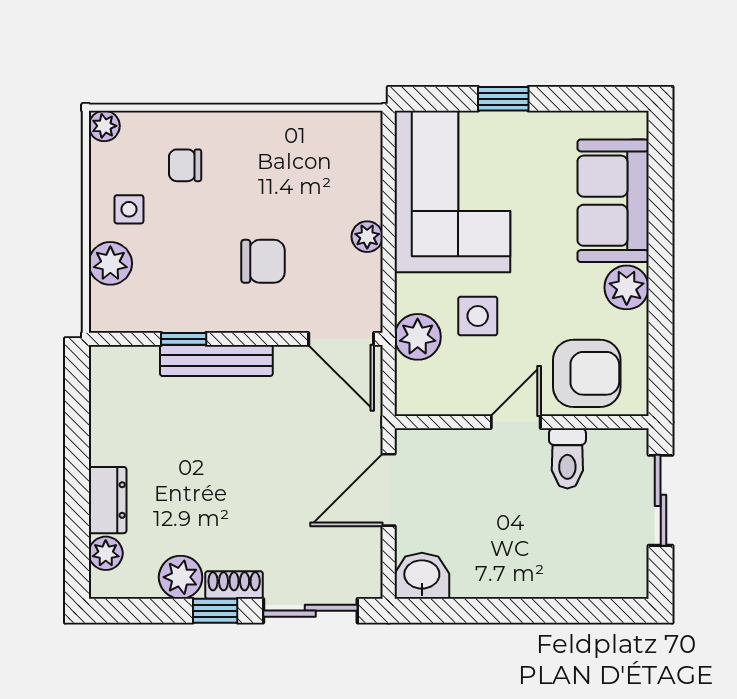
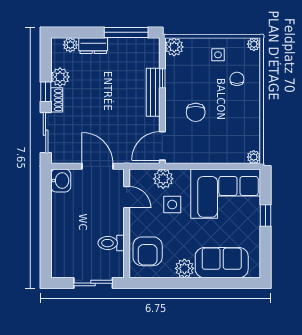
plant: (367, 237) -> (254, 157), moved
plant: (110, 263) -> (174, 47), moved
door: (516, 422) -> (127, 197), moved
window: (77, 423) -> (126, 32), added

